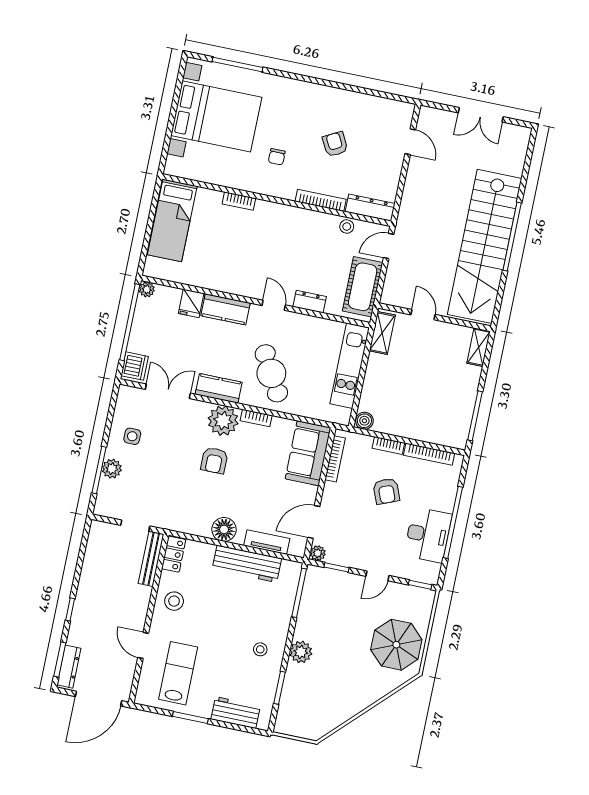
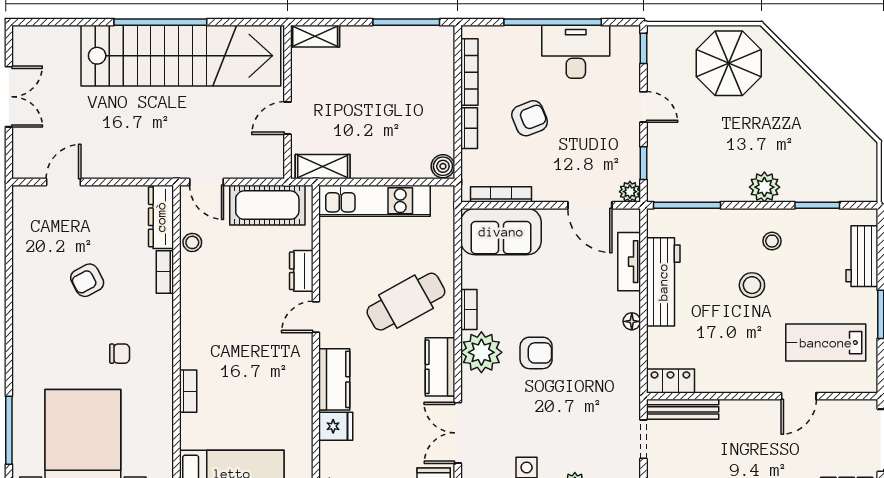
bookcase: (321, 200) -> (165, 272), width x0.64
floor lamp: (224, 529) -> (632, 321), width x0.53, depth x0.53
stool: (174, 601) -> (752, 285), moved

